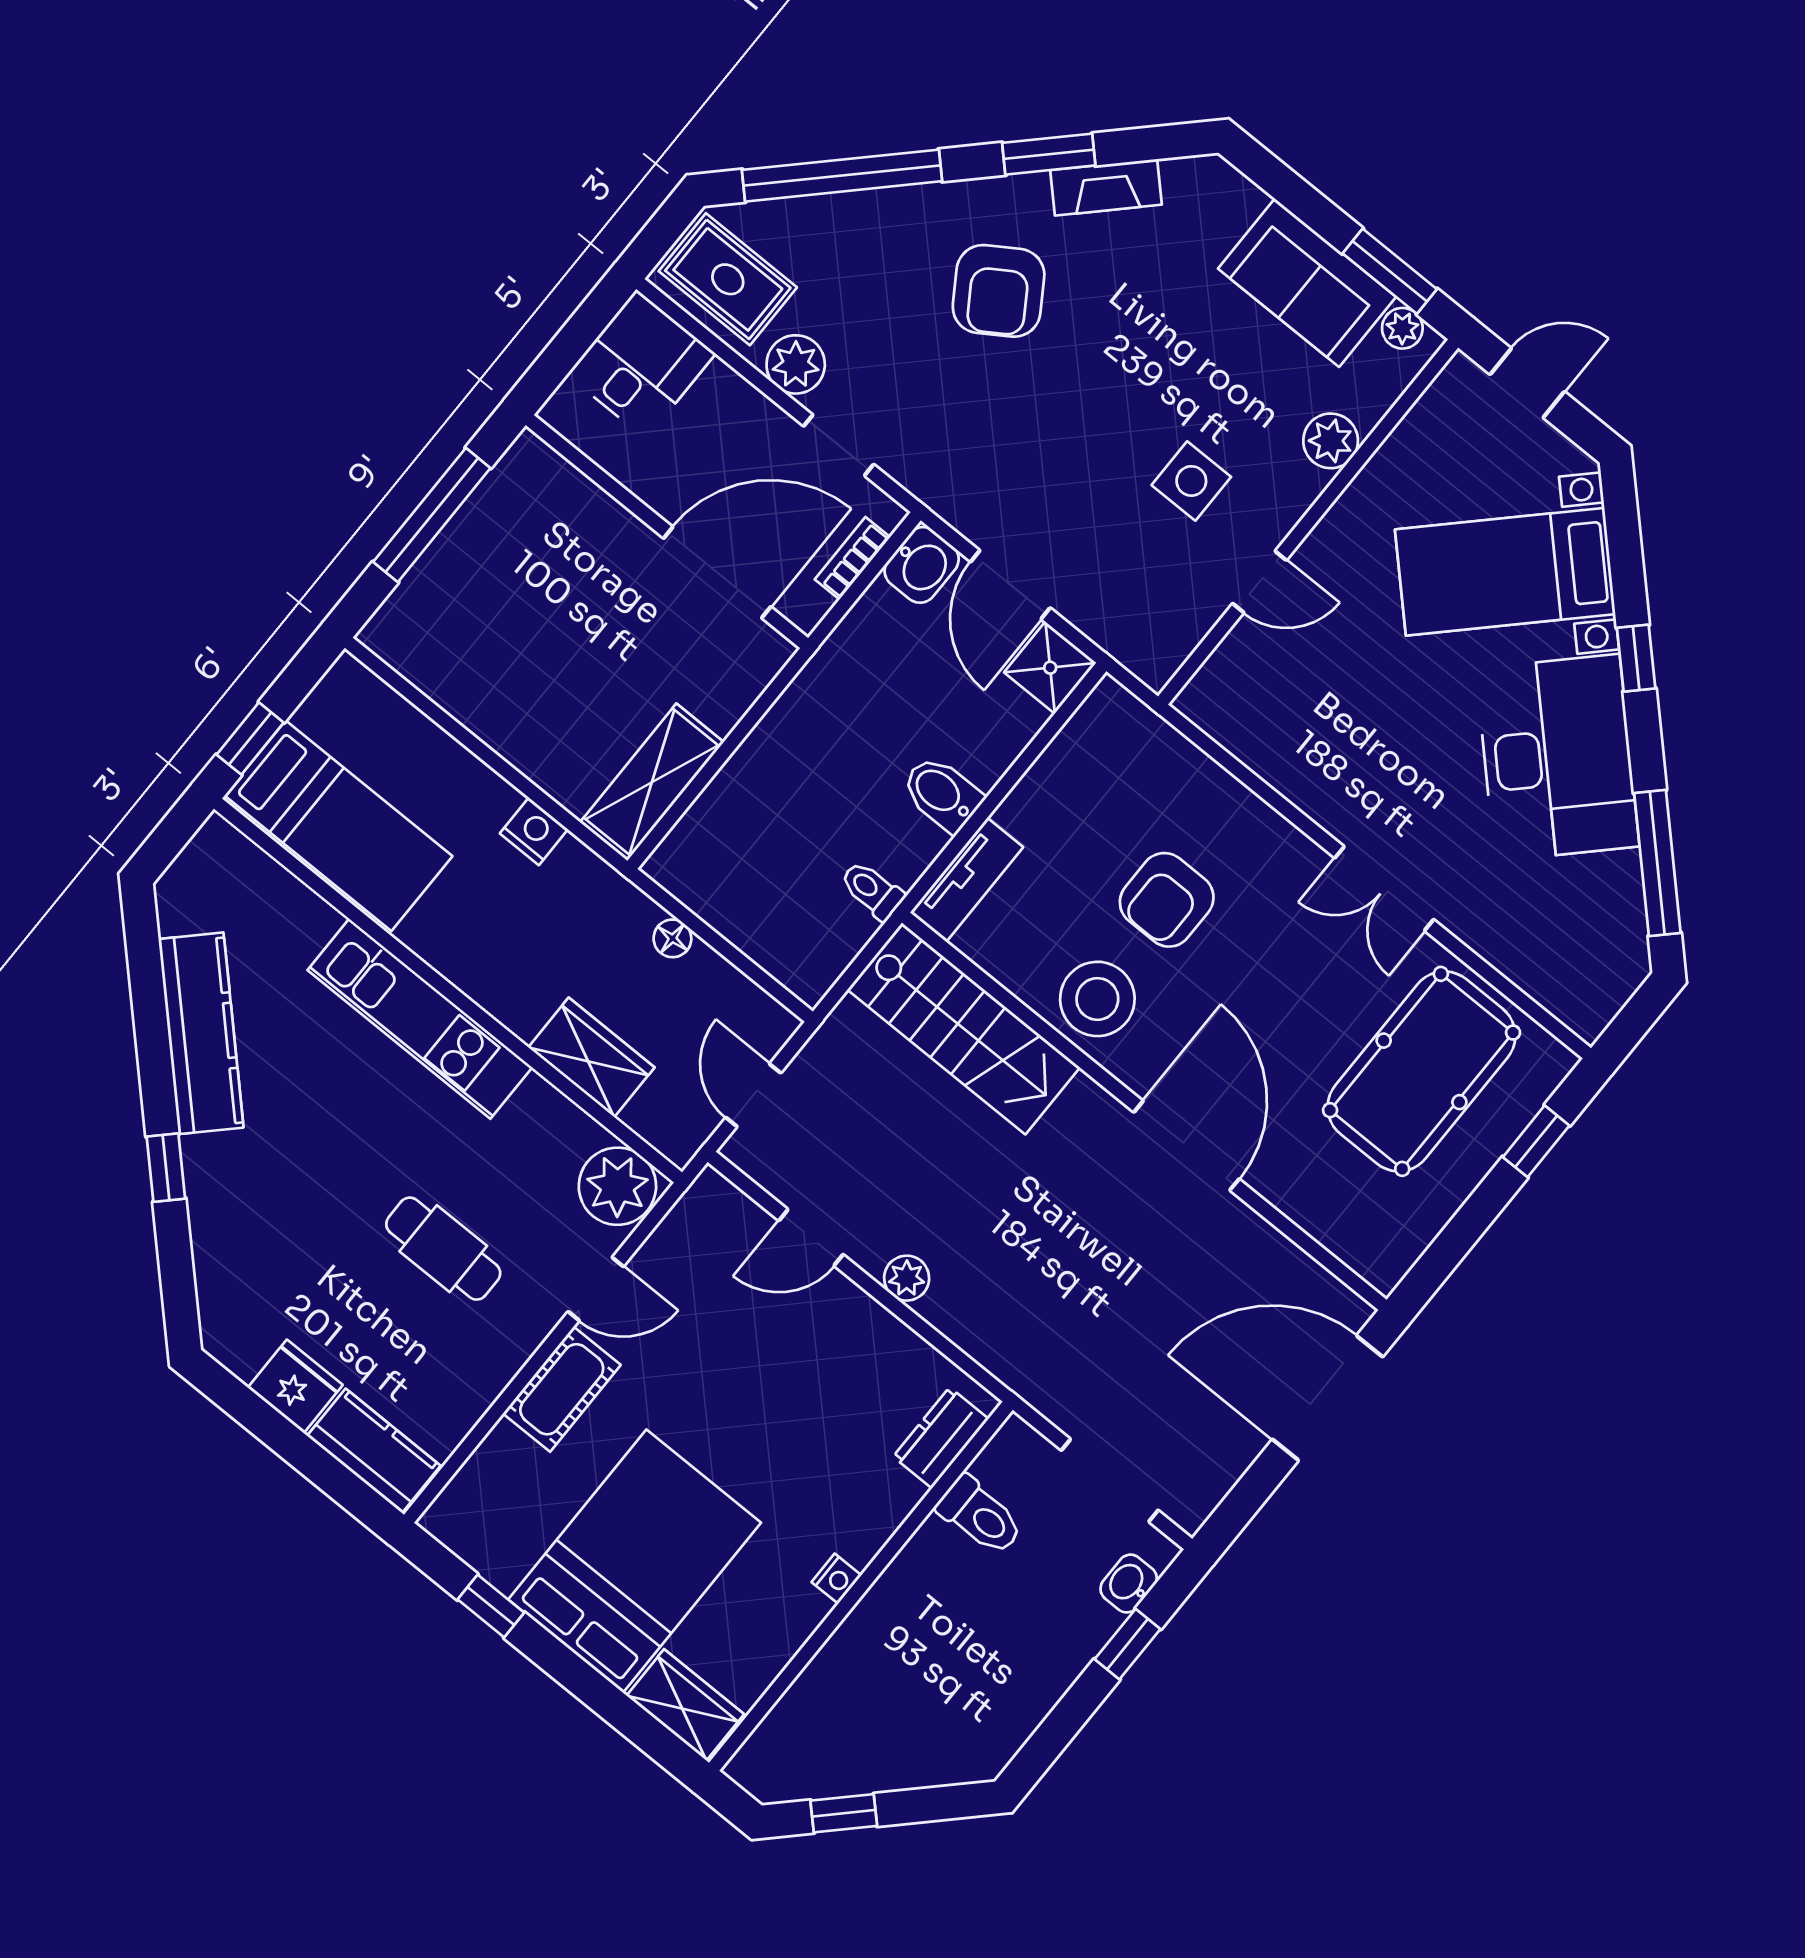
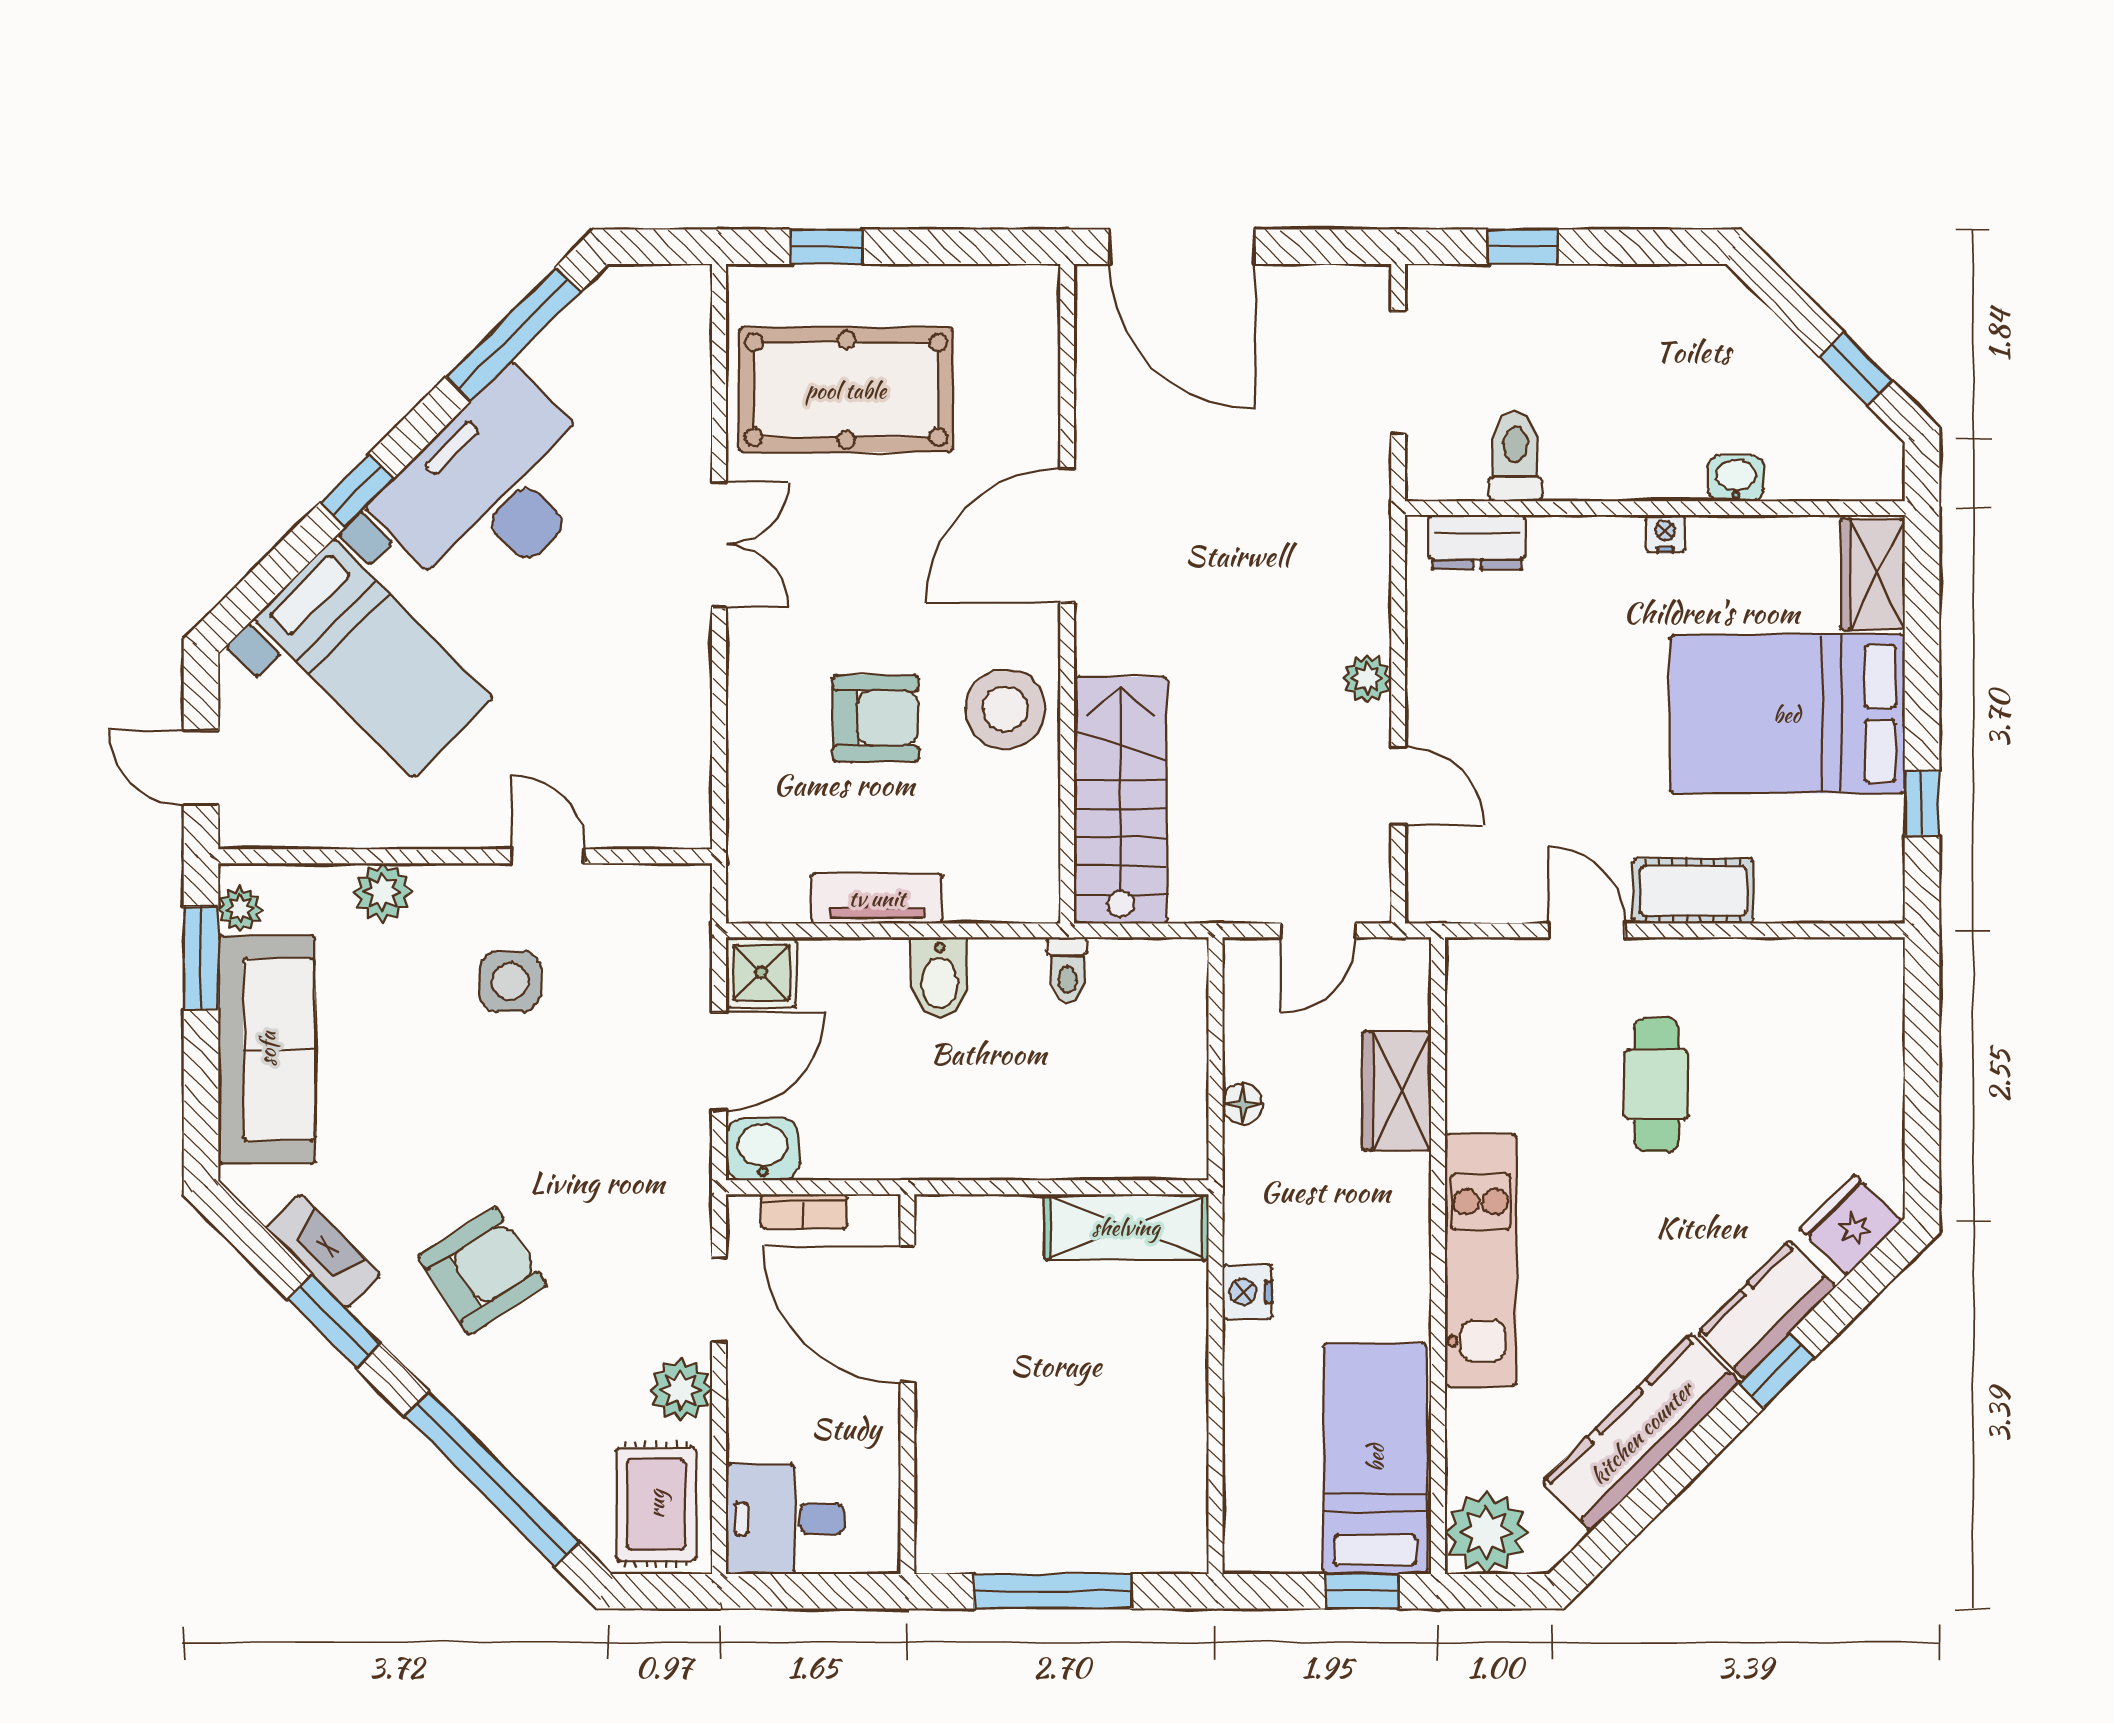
sofa: (1307, 283) -> (267, 1049), width x1.36
tv unit: (967, 880) -> (877, 898), moved
plant: (617, 1186) -> (1486, 1533), moved
fridge: (295, 1386) -> (1851, 1225), moved, turned 45
kitchen counter: (374, 1451) -> (1767, 1310), moved, turned 45
washbasin: (1129, 1584) -> (1736, 478), moved, turned 180

